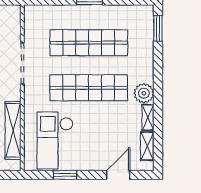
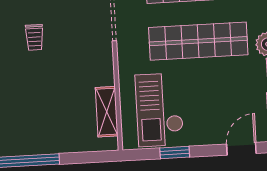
shelving: (13, 130) -> (107, 112), width x0.68

